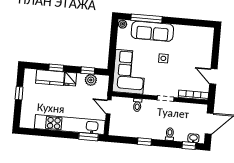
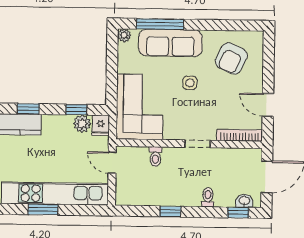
armchair: (192, 44) -> (231, 58), added
fridge: (70, 79) -> (101, 125), moved
window: (88, 137) -> (43, 209), moved

